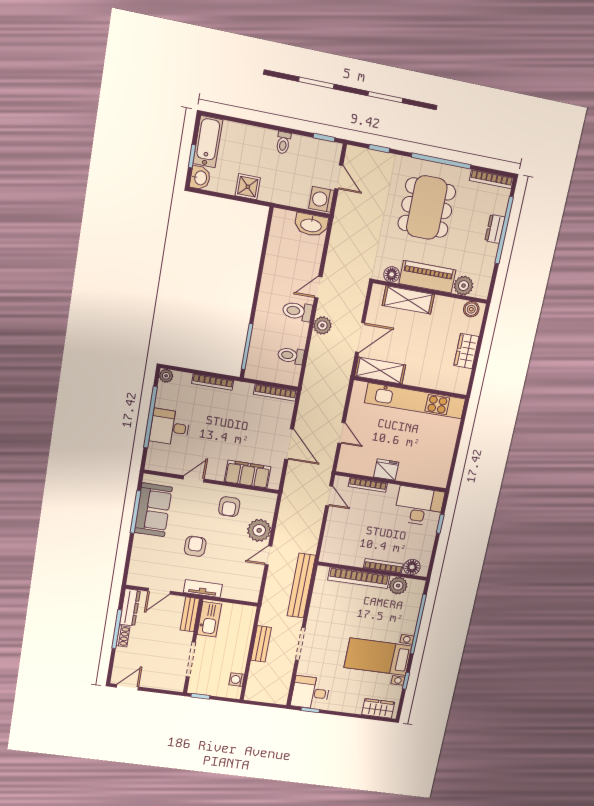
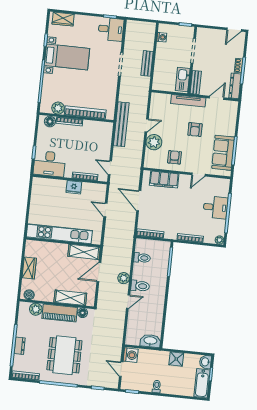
washbasin: (311, 225) -> (150, 341), moved
bench: (301, 586) -> (121, 124), moved
tv unit: (203, 588) -> (188, 101), width x1.41

